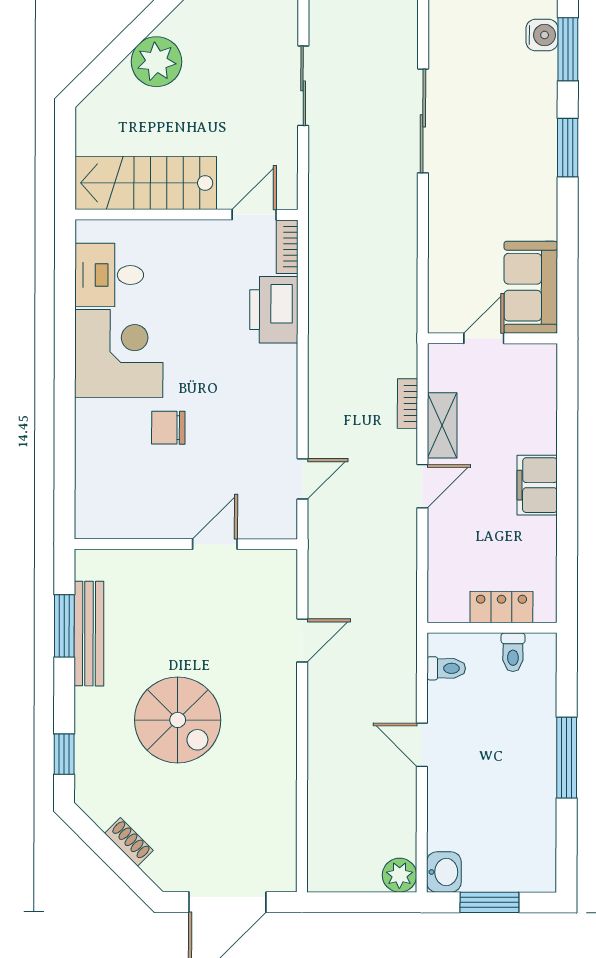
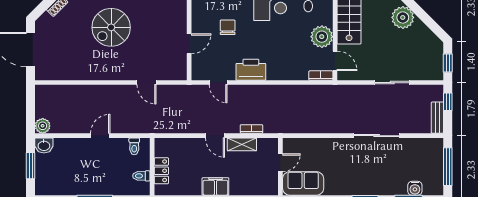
plant: (199, 245) -> (322, 37), added
printer: (274, 310) -> (251, 70), moved
door: (484, 338) -> (280, 163), hinge flipped
chair: (168, 428) -> (228, 27), moved
door: (215, 544) -> (189, 44), hinge flipped

